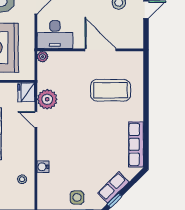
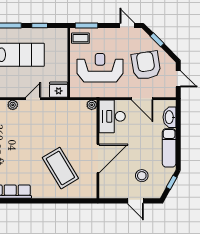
coffee table: (111, 90) -> (60, 168), turned -31
plant: (47, 99) -> (13, 105), moved, width x0.53, depth x0.53

